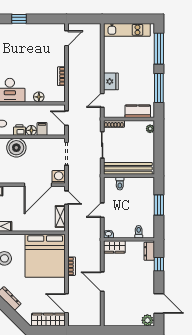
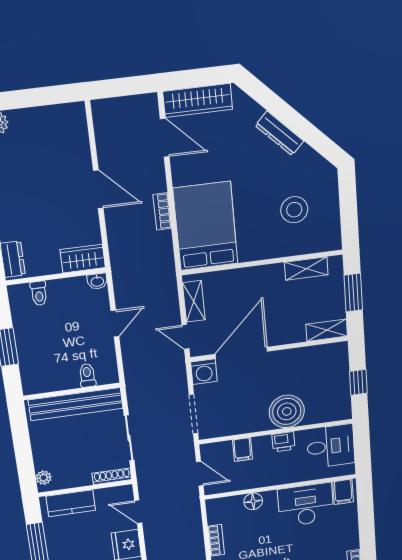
door: (102, 100) -> (138, 512), swing flipped
floor lamp: (31, 130) -> (262, 444), removed
bed: (45, 256) -> (205, 226), width x0.73

